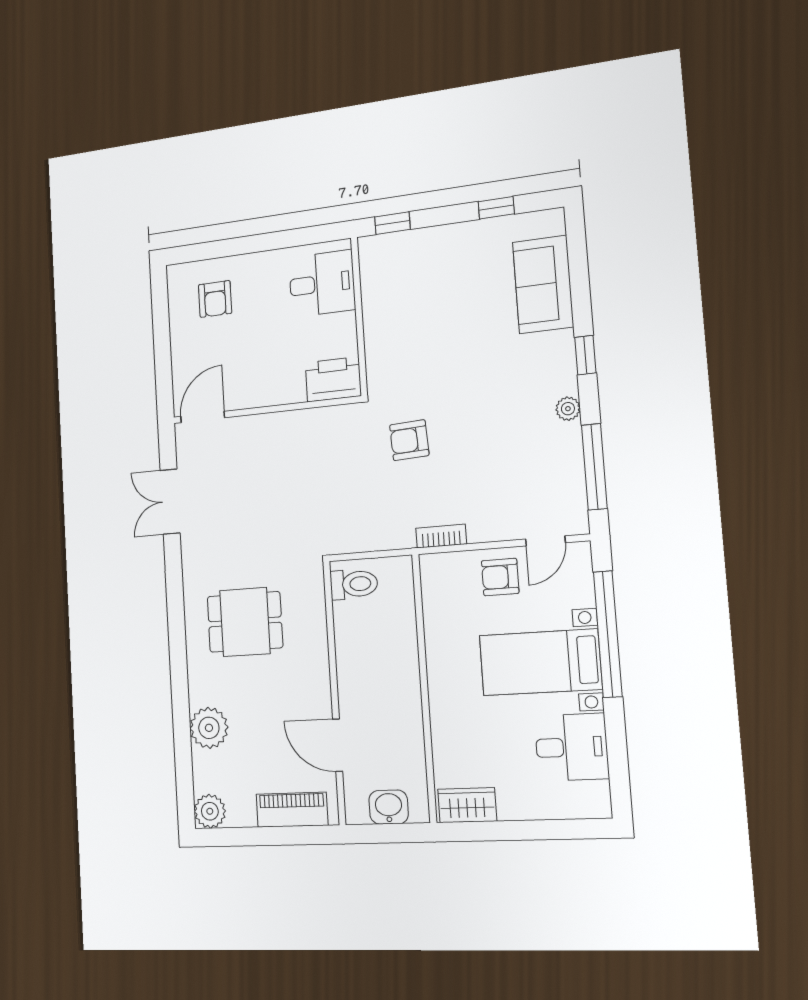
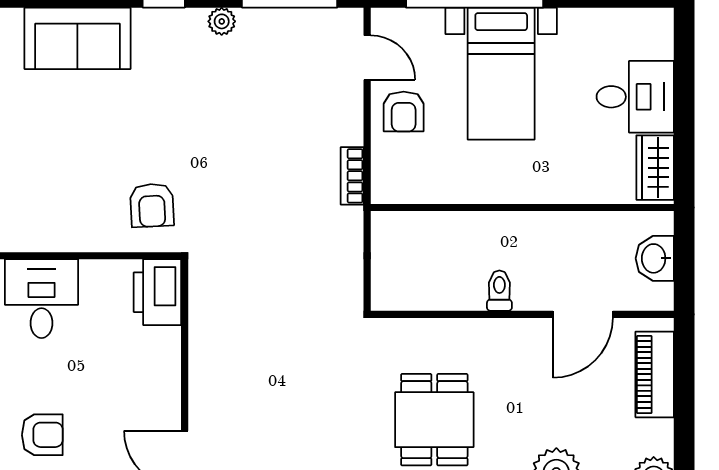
armchair: (409, 440) -> (152, 205), moved
toilet: (354, 584) -> (499, 291), moved, width x0.73, depth x0.72
desk: (572, 747) -> (635, 97), moved, turned 90

